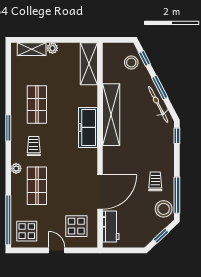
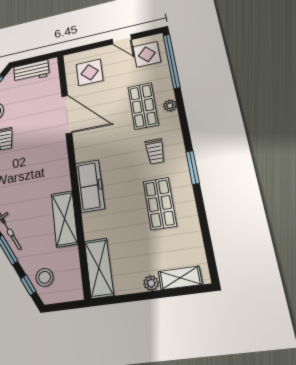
shelving: (111, 115) -> (64, 219), width x0.68
plant: (16, 168) -> (170, 106), moved
door: (100, 192) -> (67, 114), swing flipped
workbench: (111, 227) -> (31, 71), moved, turned -90
door: (57, 250) -> (122, 39), moved

